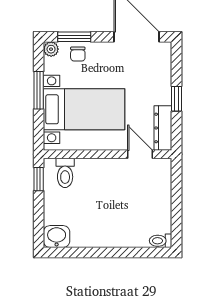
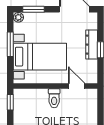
chair: (78, 54) -> (36, 21), removed
dresser: (163, 128) -> (92, 45), moved
toilet: (65, 173) -> (54, 98), moved

